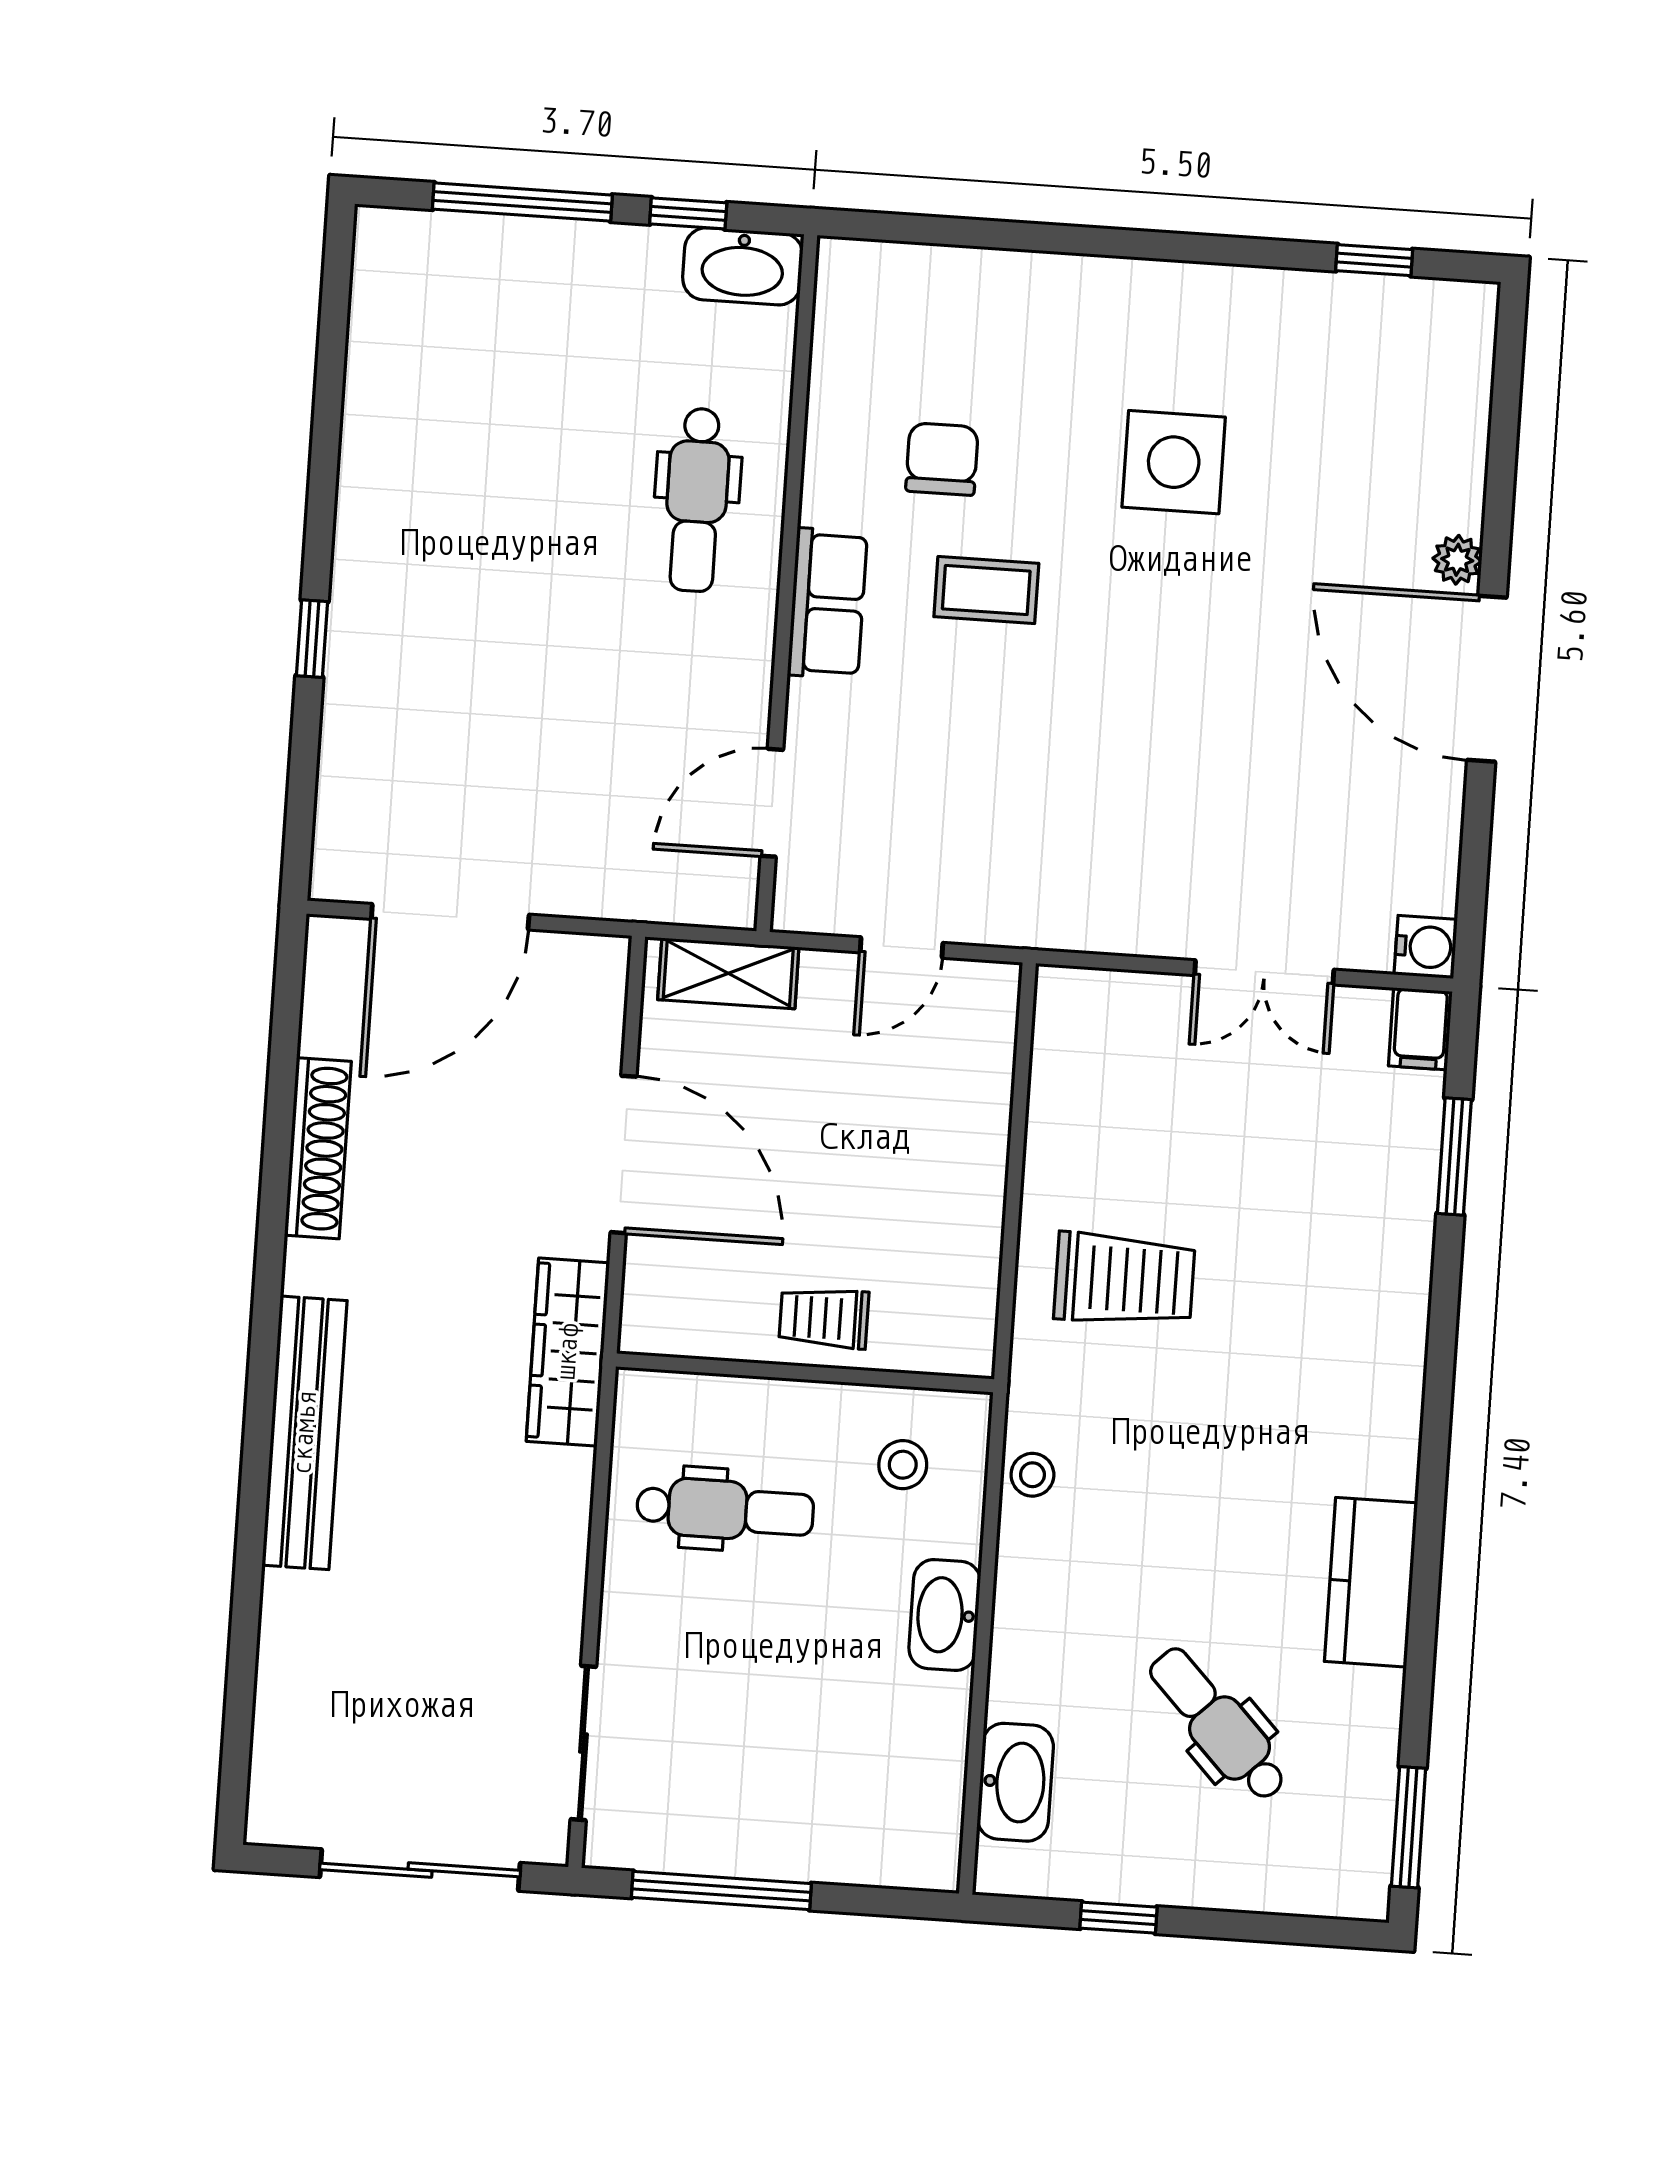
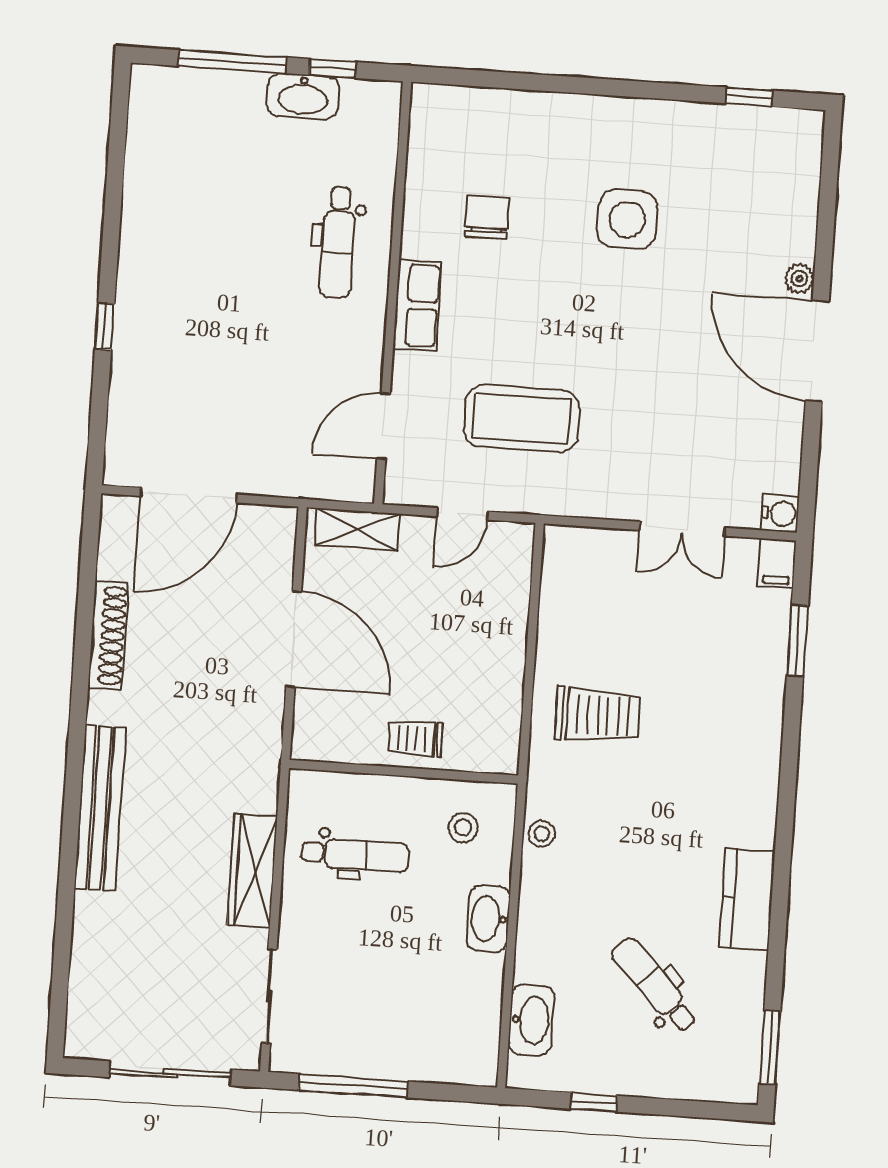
washbasin: (743, 266) -> (303, 96), moved
coffee table: (986, 590) -> (522, 419), moved, width x1.86, depth x1.72
wardrobe: (568, 1352) -> (252, 870), moved

